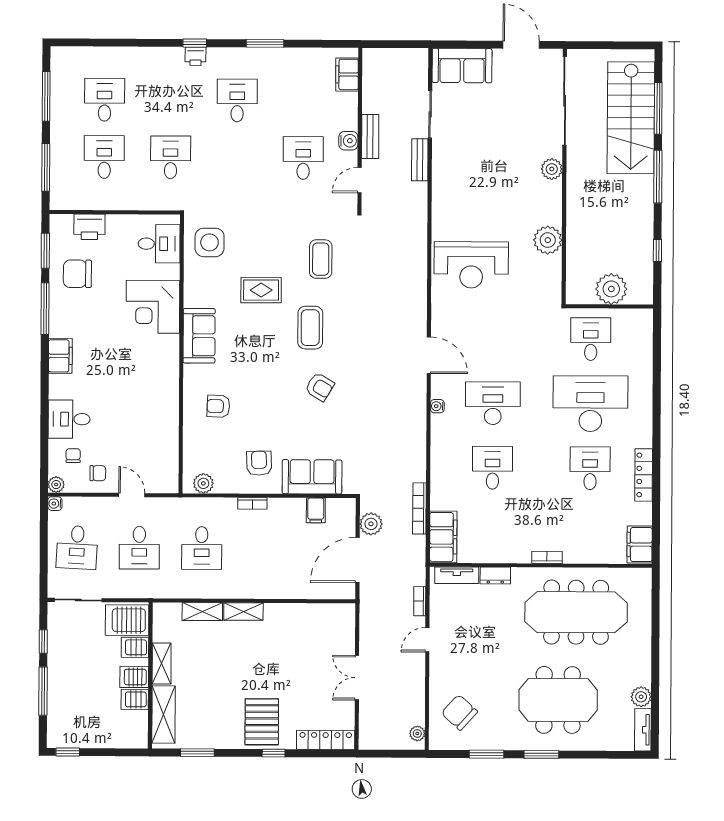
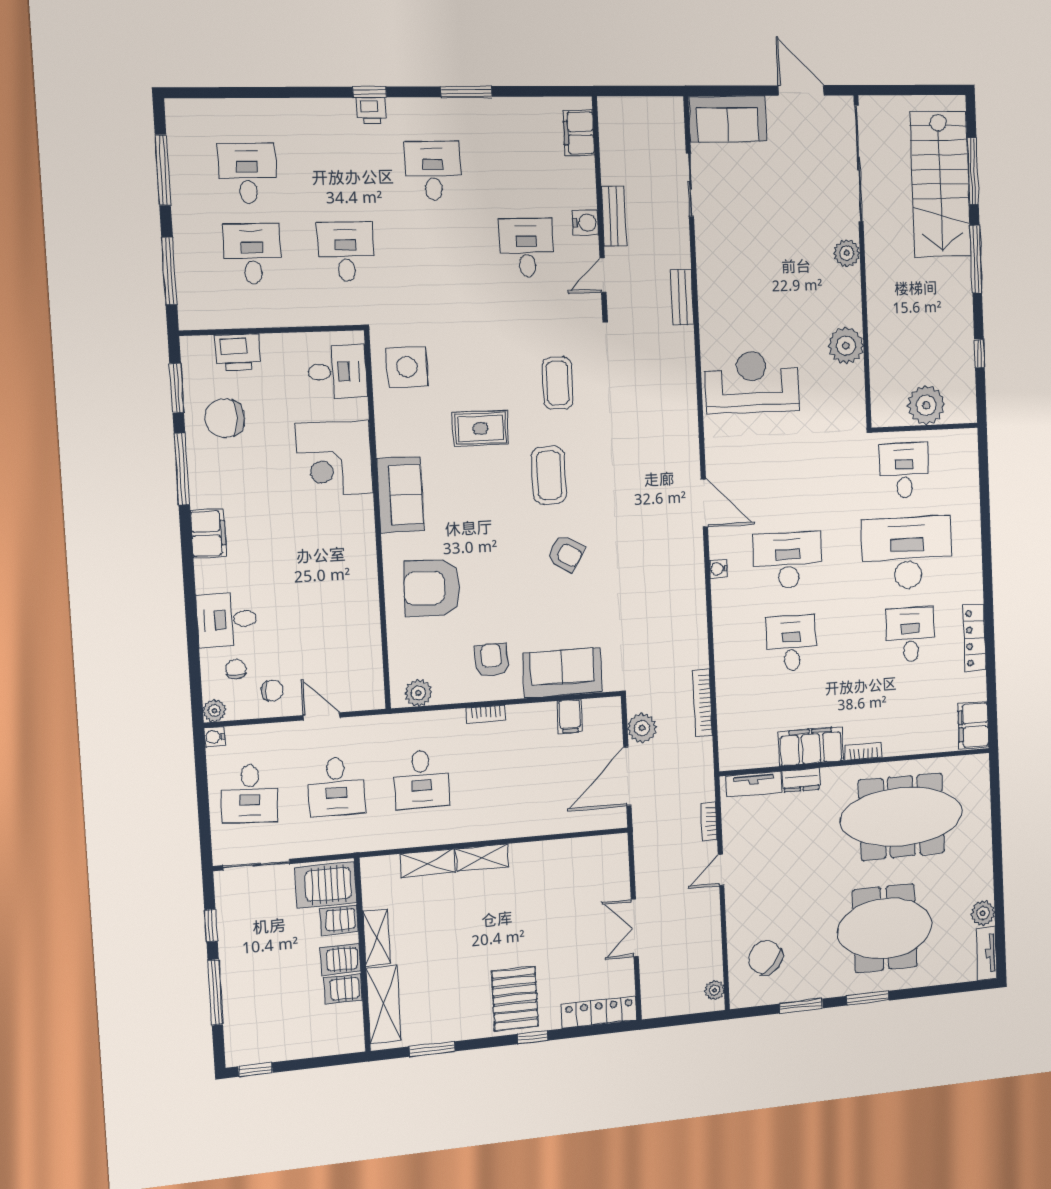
bench: (420, 160) -> (682, 297), moved
reception desk: (471, 265) -> (752, 382), turned 180
armchair: (218, 406) -> (432, 588), width x1.88, depth x1.88
filing cabinet: (443, 537) -> (811, 746), moved, turned -90

